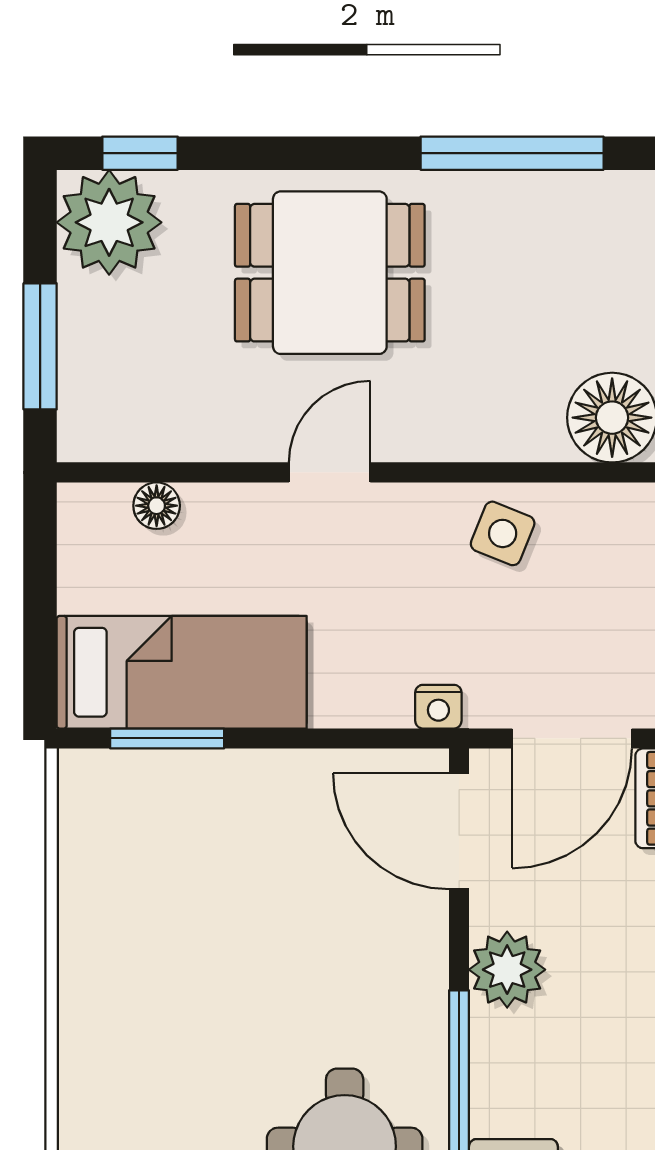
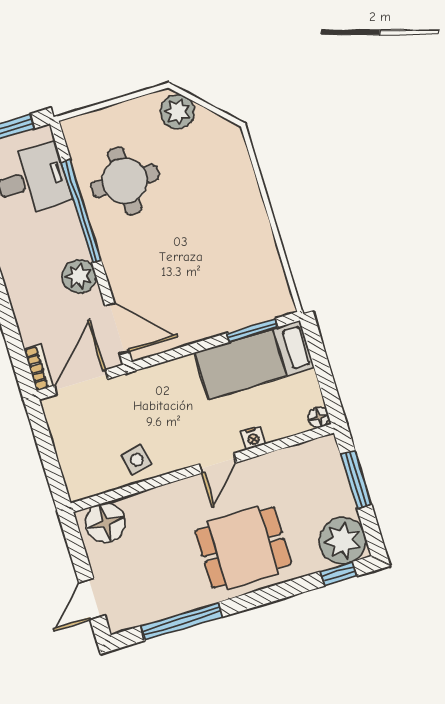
floor lamp: (157, 506) -> (319, 417), moved
side table: (503, 533) -> (137, 460), turned -33
nightstand: (438, 707) -> (253, 438), moved, turned 180

